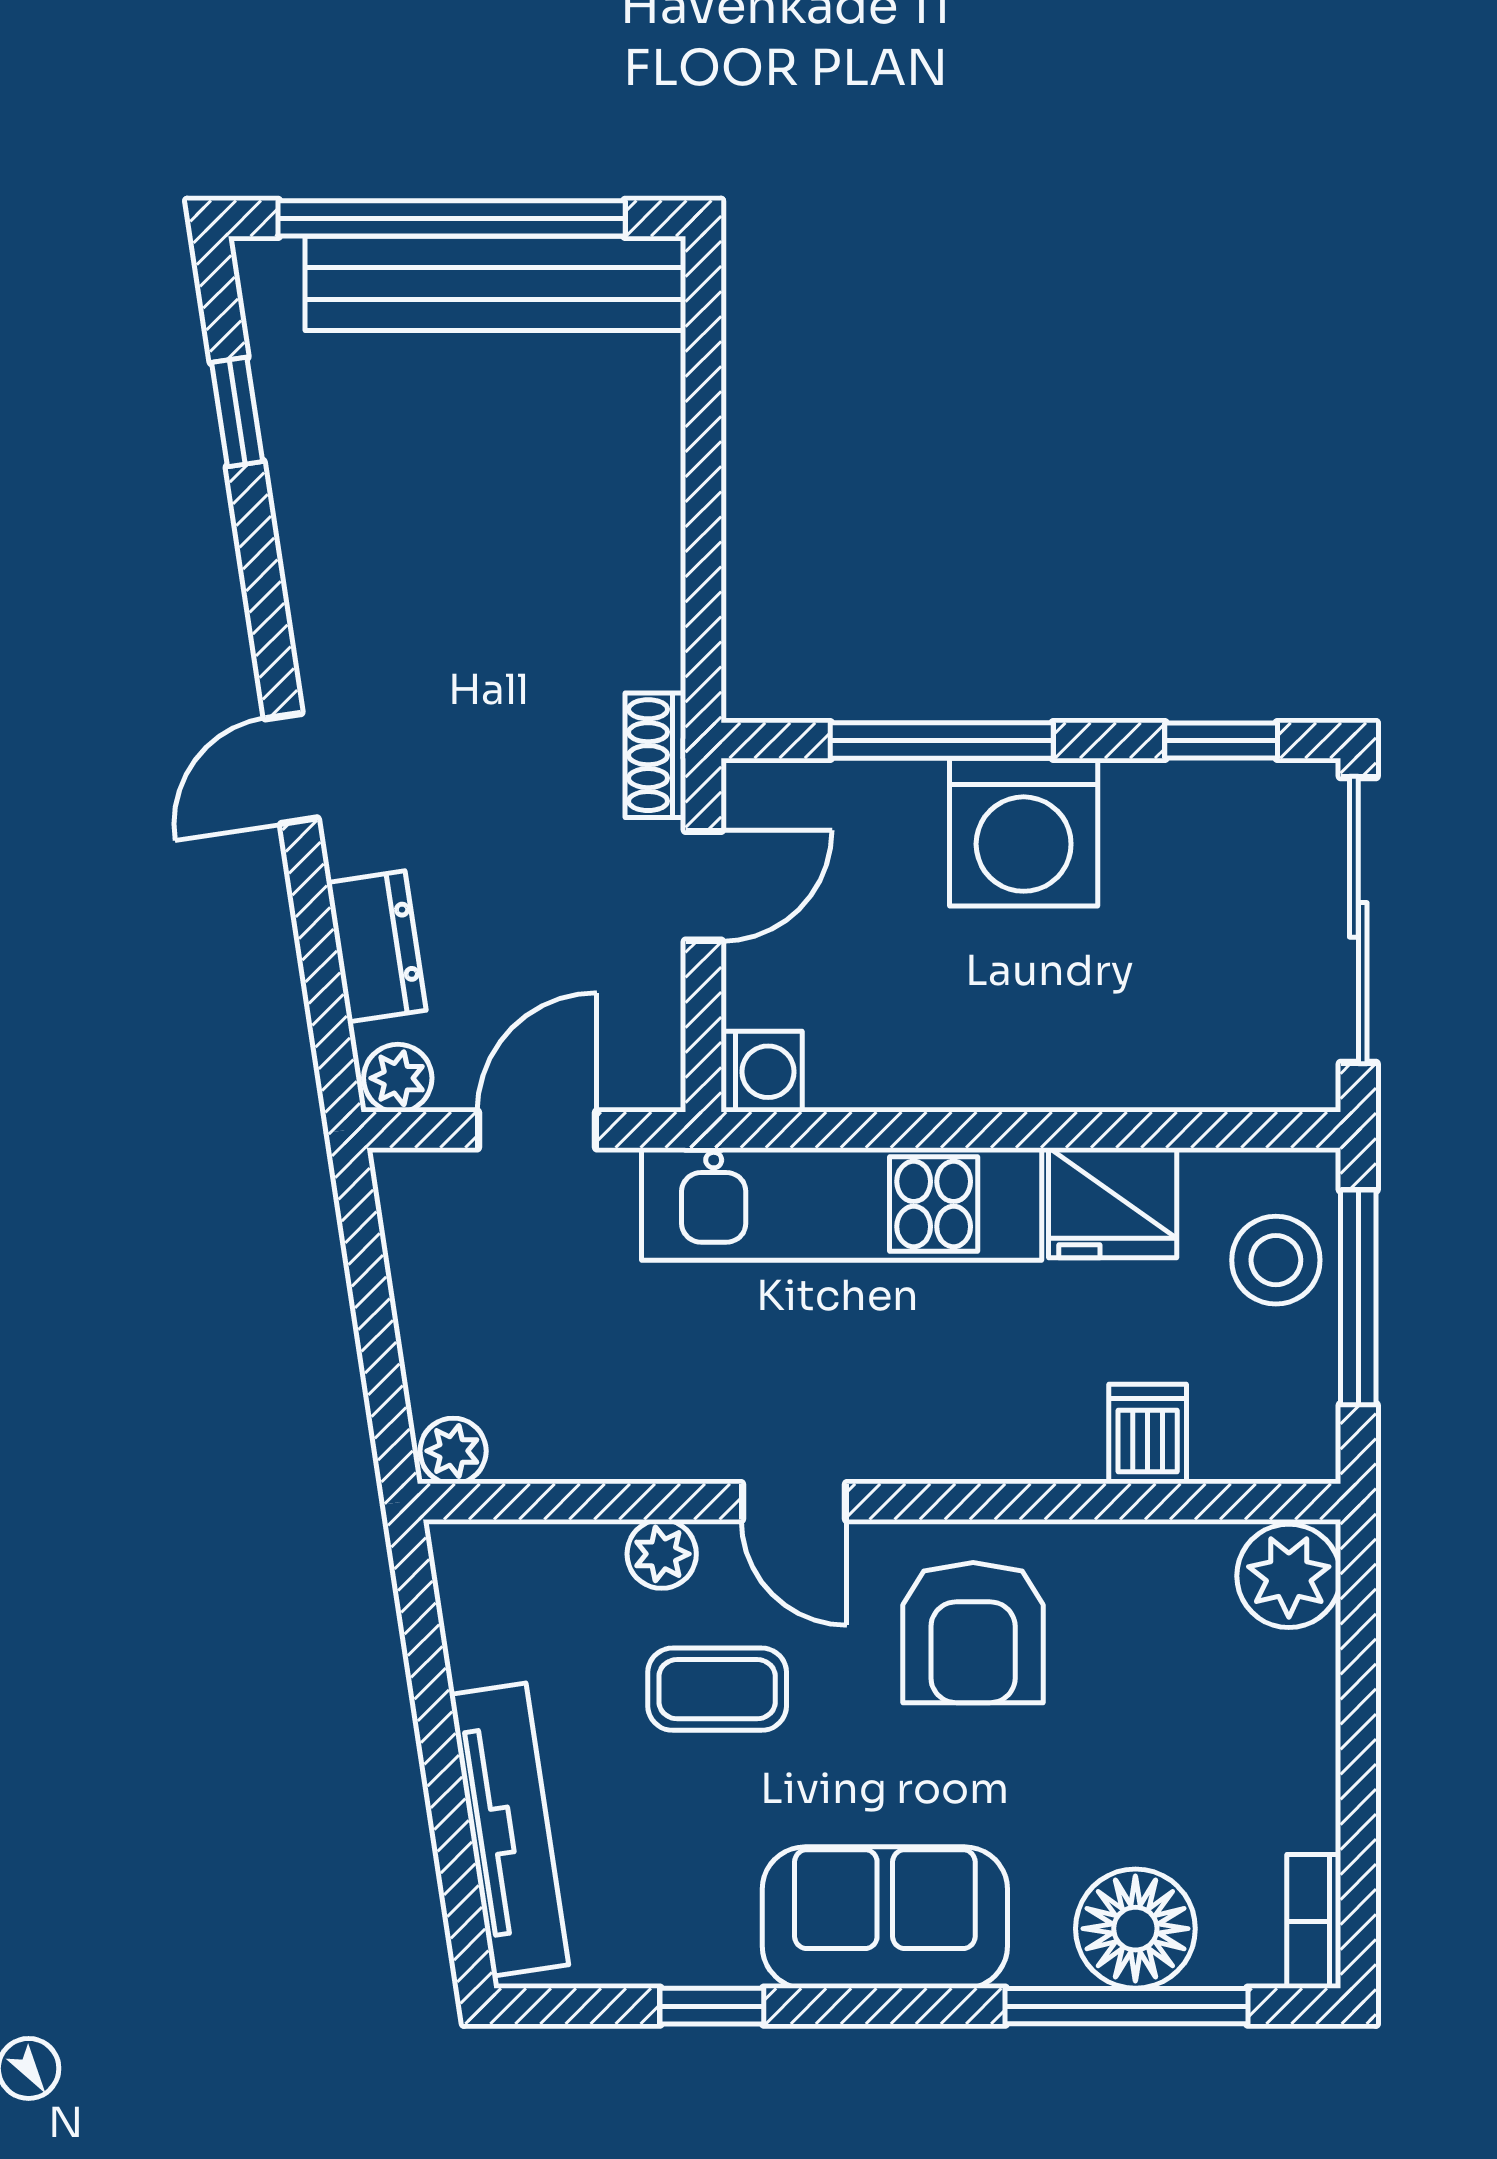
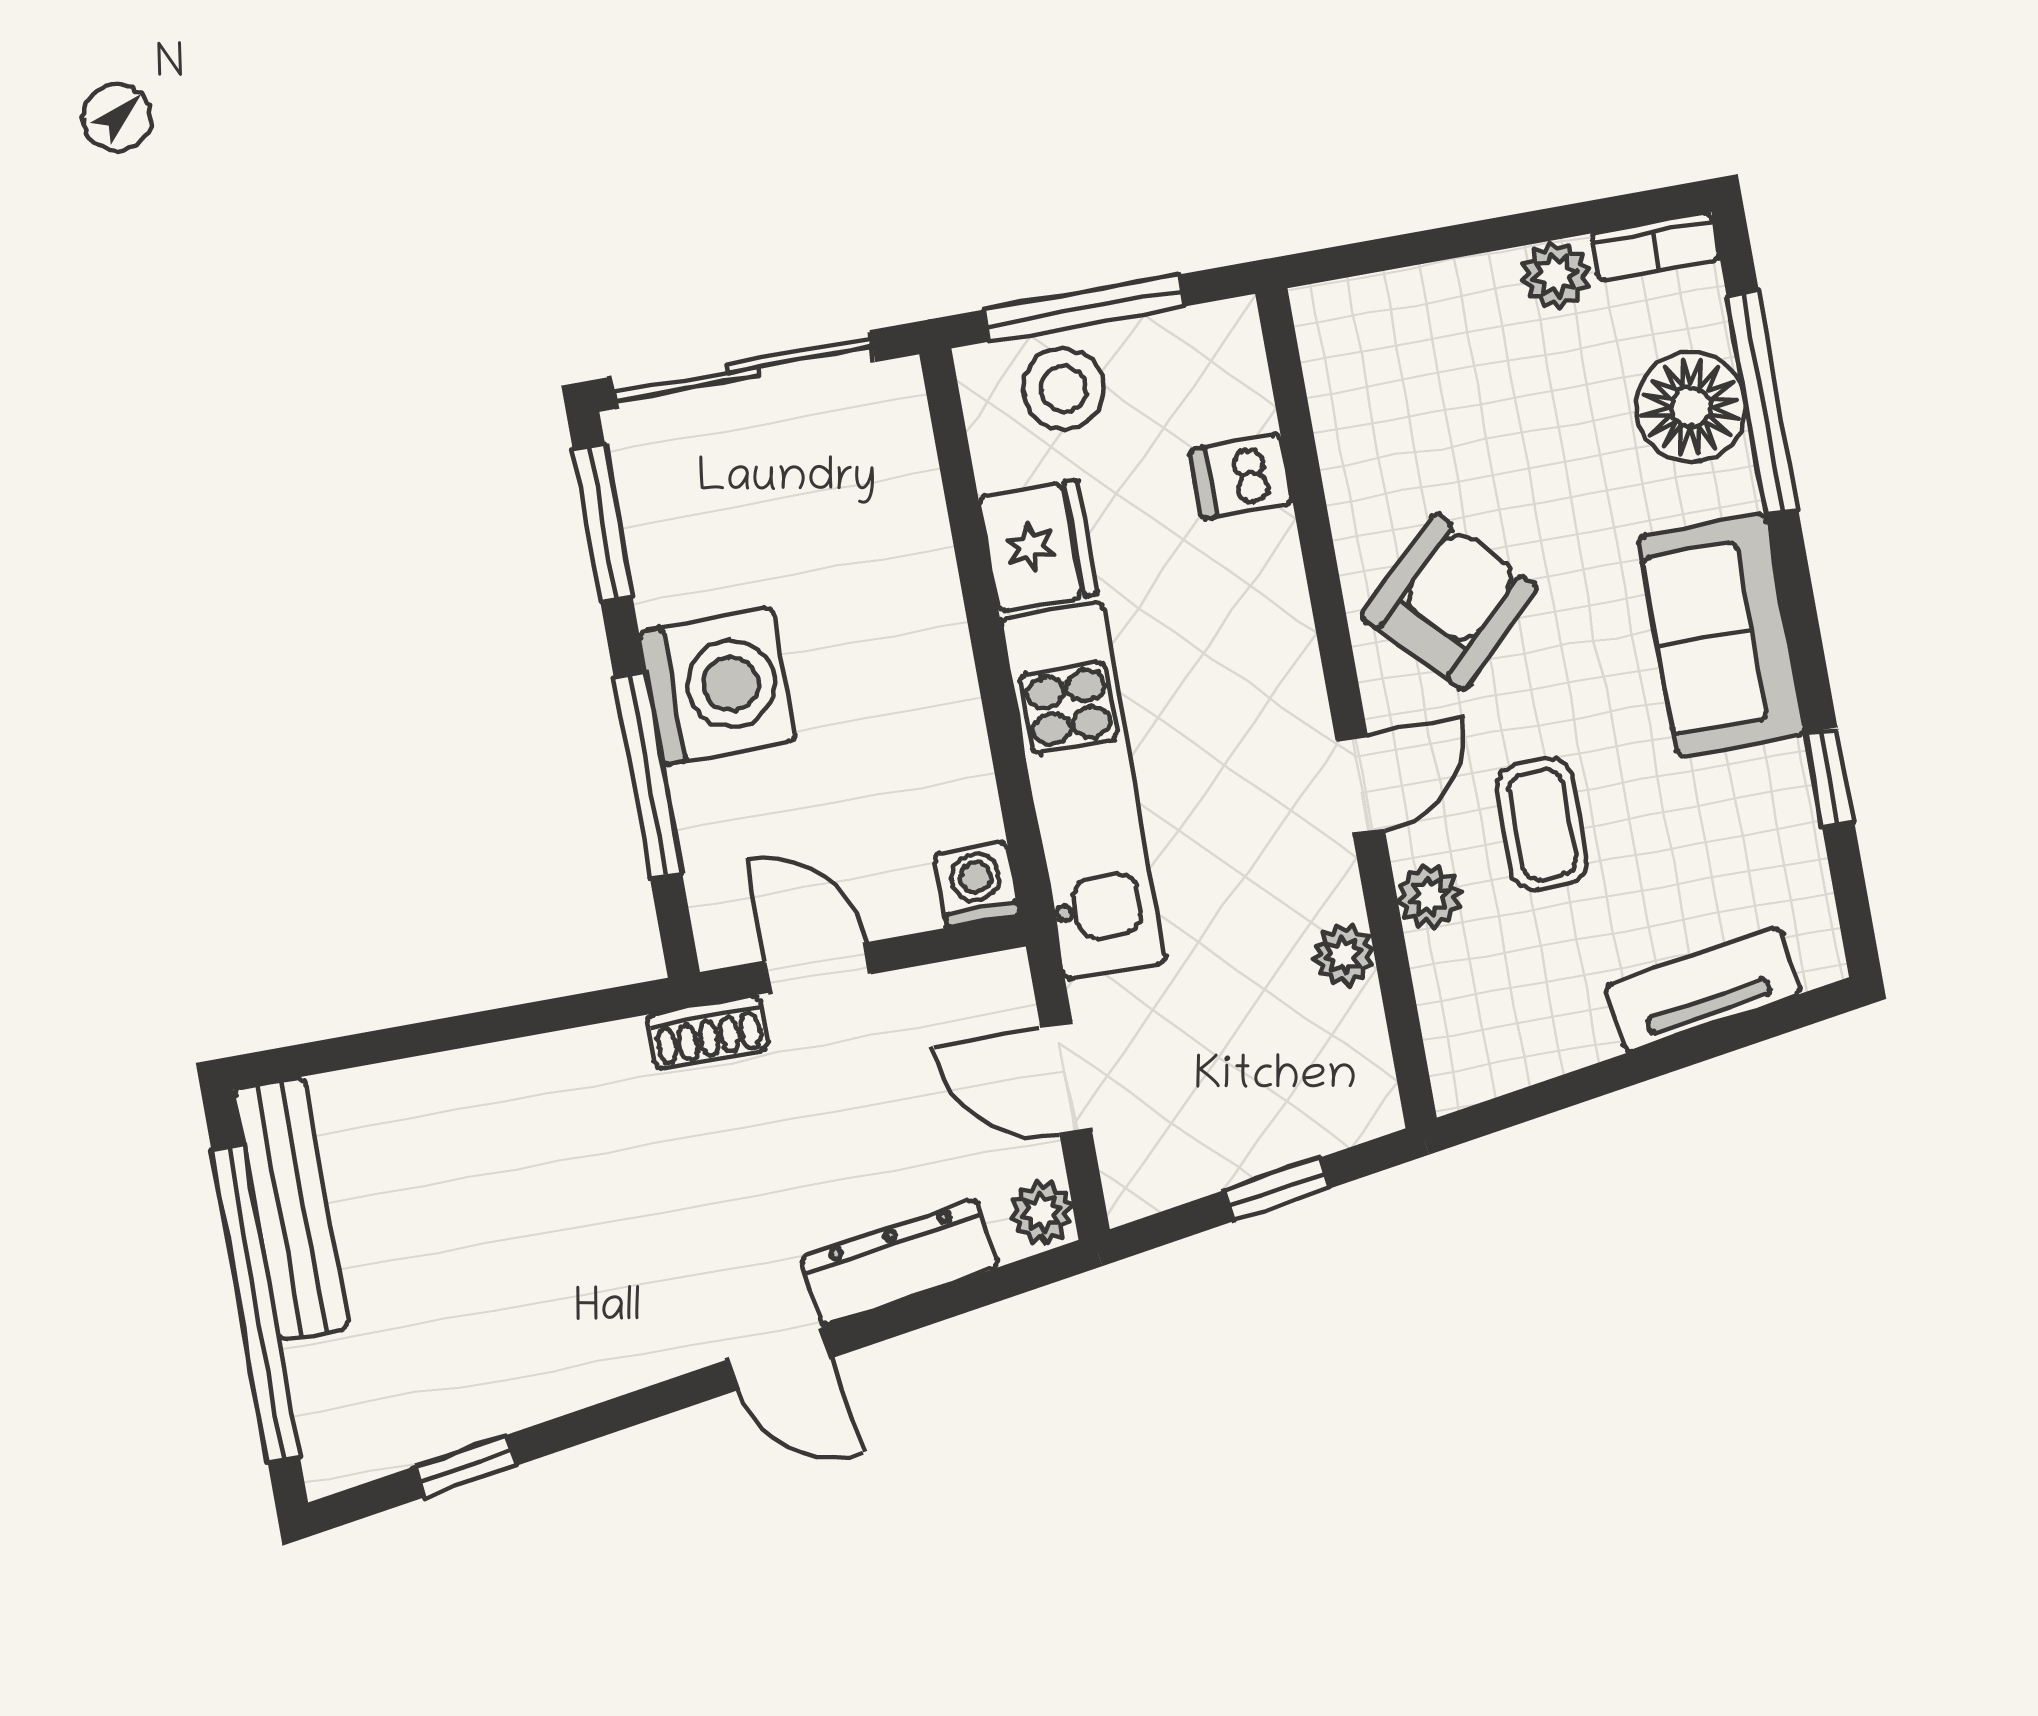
bench: (495, 283) -> (292, 1209), width x0.73, depth x0.82
window: (1221, 741) -> (603, 523), width x1.50
dresser: (376, 946) -> (899, 1262), width x1.44
window: (377, 1334) -> (1277, 1189), added
plant: (453, 1451) -> (1344, 955), moved
plant: (1289, 1576) -> (1556, 275), moved, width x0.73, depth x0.73
armchair: (973, 1633) -> (1450, 602), turned -44
tv unit: (509, 1830) -> (1703, 989), width x0.71

